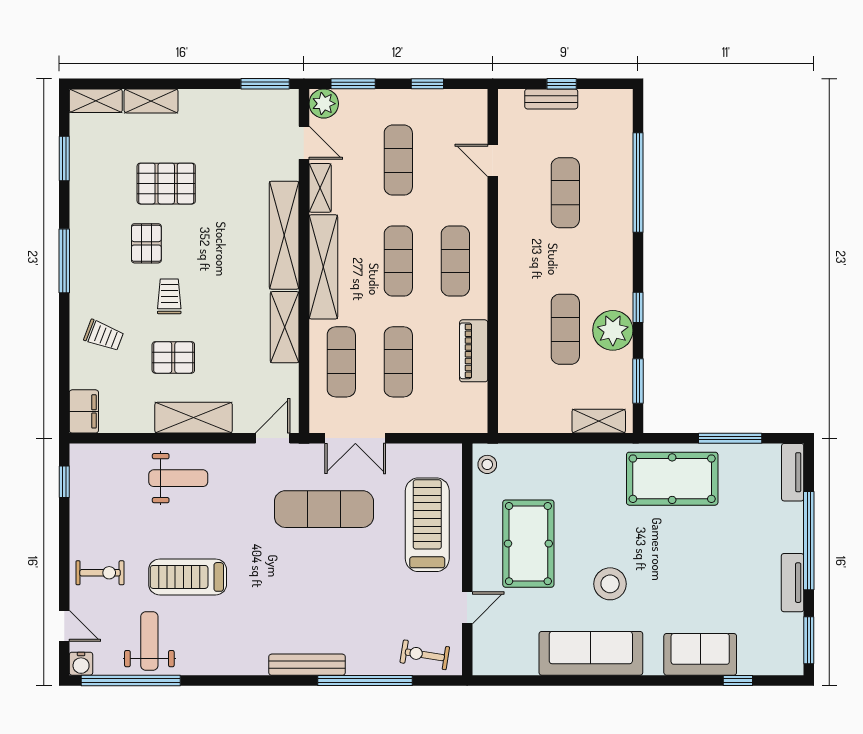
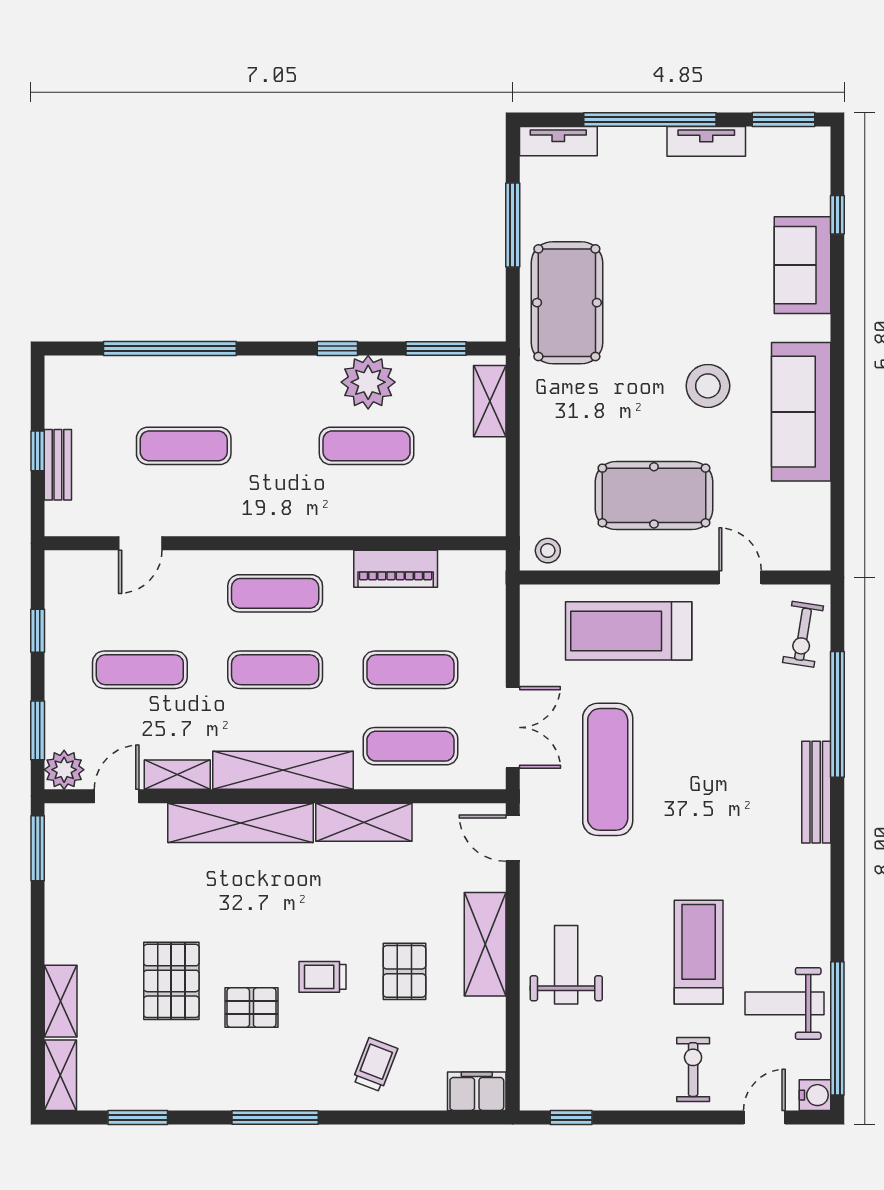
treadmill: (188, 577) -> (699, 952), turned 180

